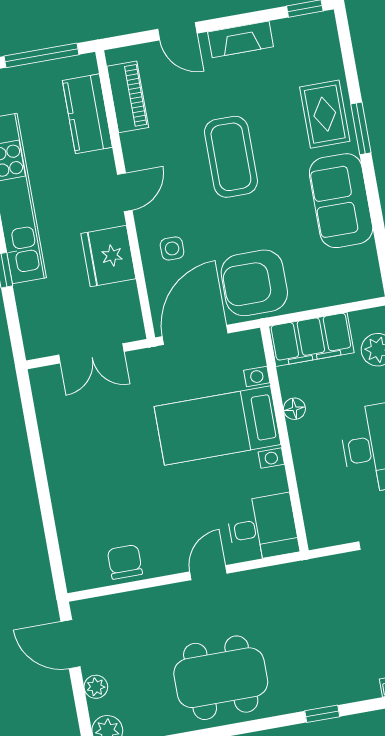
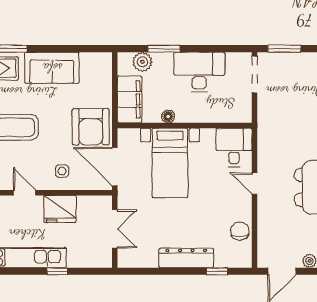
dresser: (64, 481) -> (186, 258), added
window: (51, 536) -> (217, 271), added
chair: (125, 562) -> (240, 231), turned 90

